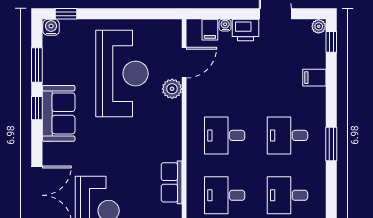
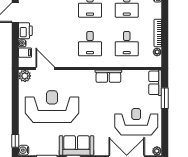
plant: (172, 89) -> (25, 76), moved
row of seats: (172, 182) -> (108, 76), moved

